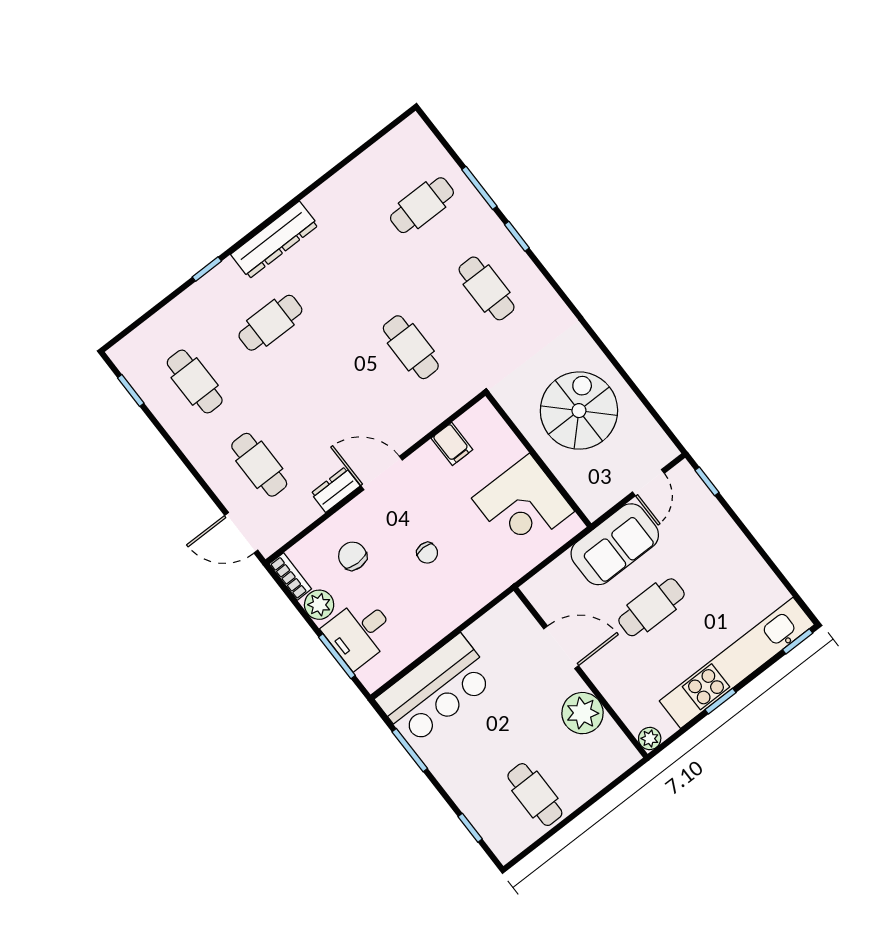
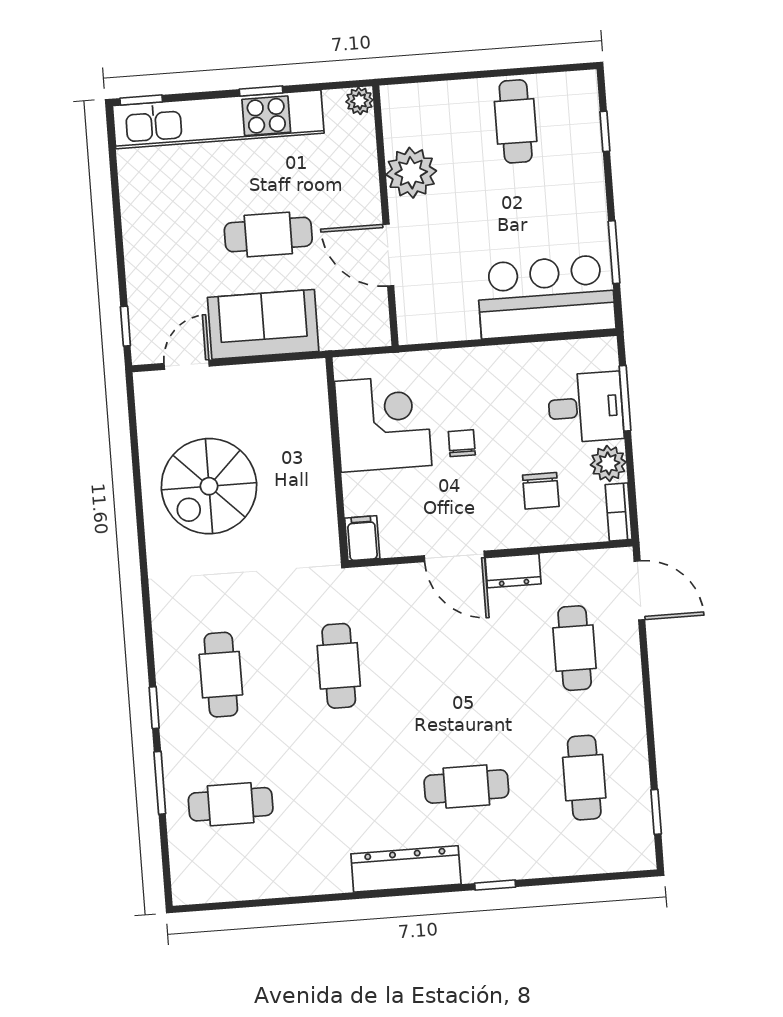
wall: (538, 460) -> (337, 459), moved
corner desk: (523, 505) -> (383, 423), moved

